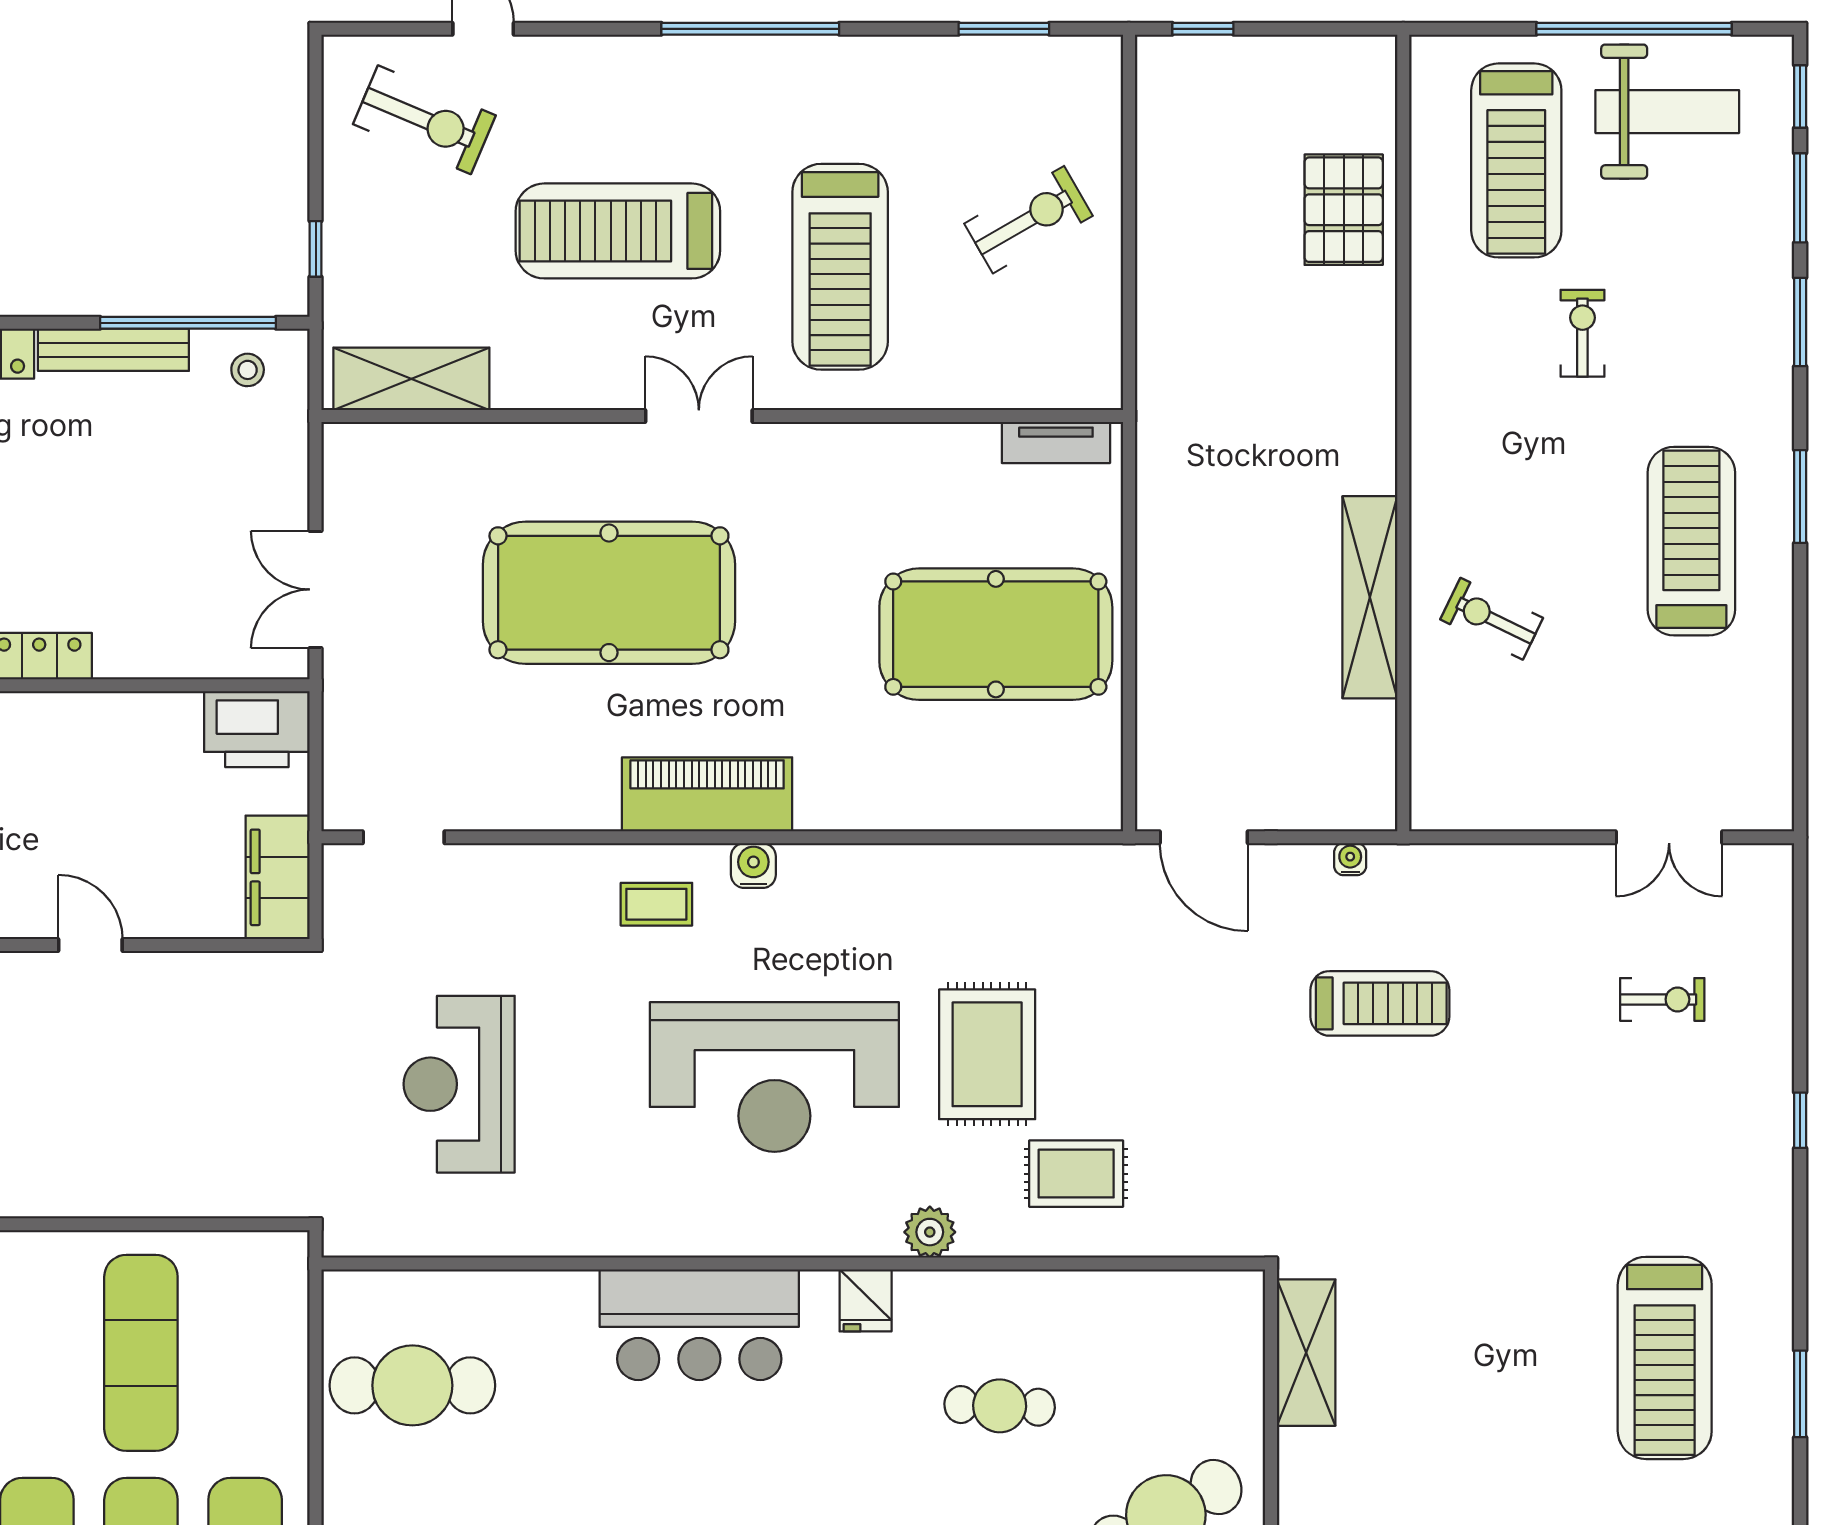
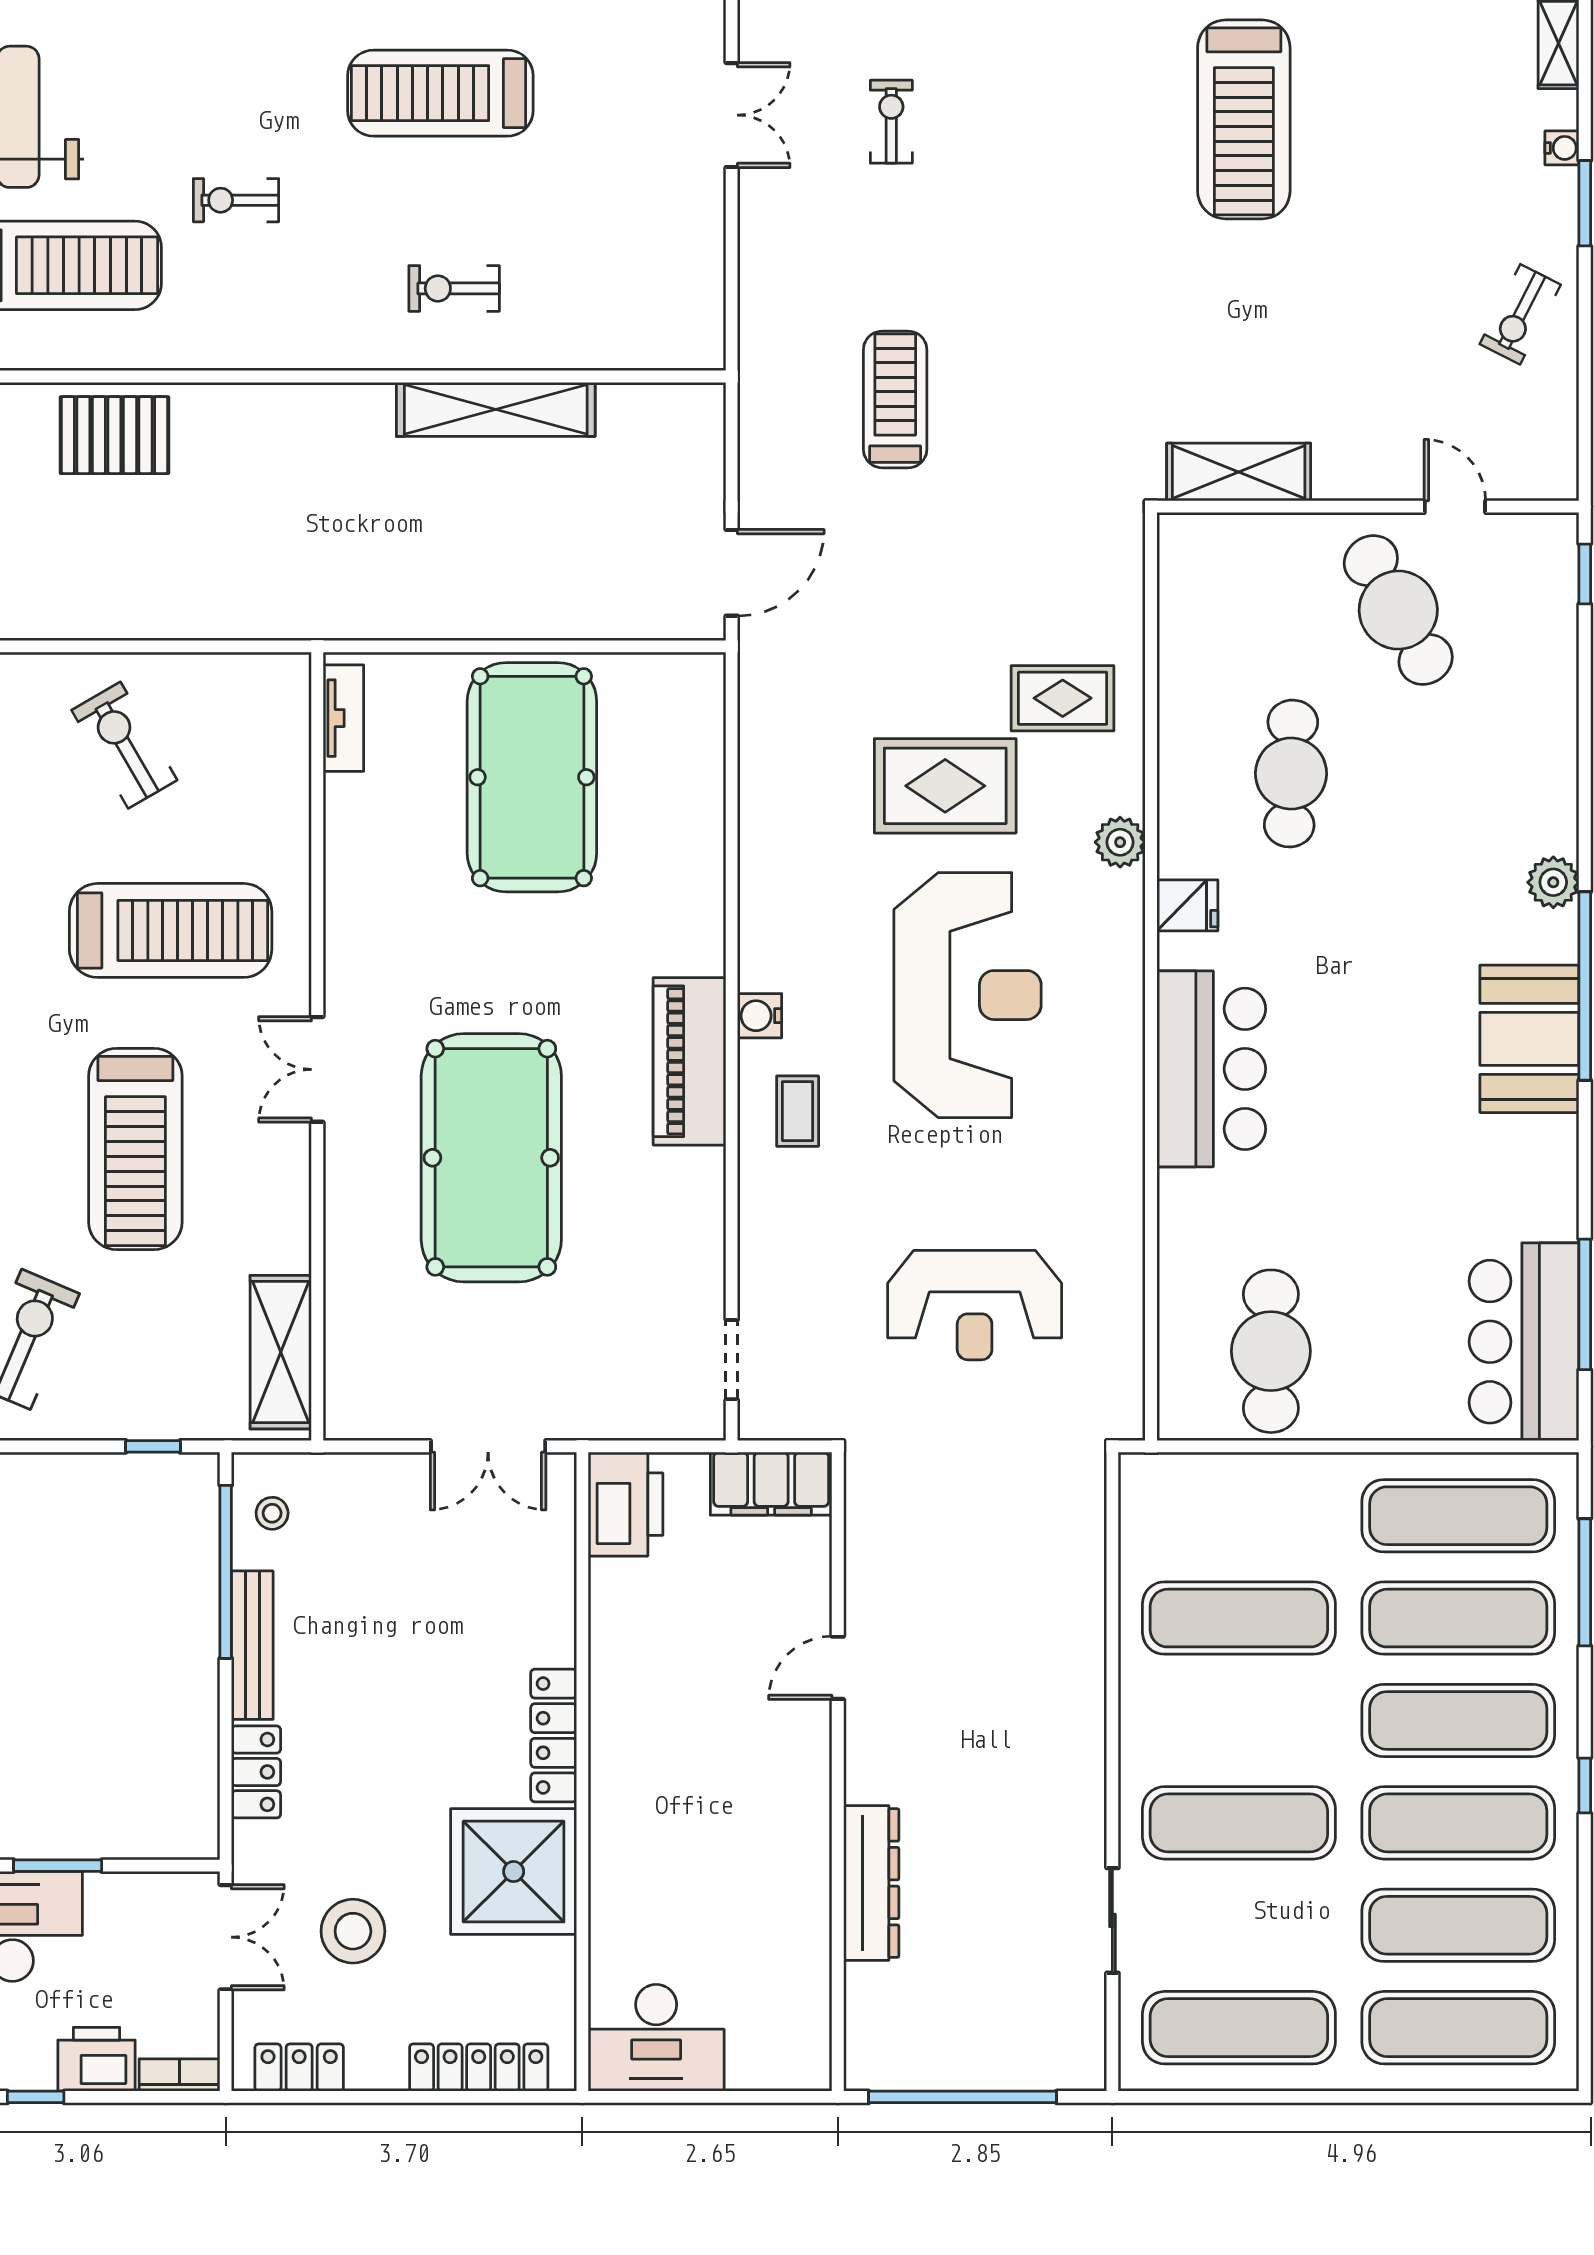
exercise bike: (1492, 619) -> (454, 288), moved, turned 64
water cooler: (1350, 859) -> (753, 429), removed
rug: (1076, 1174) -> (1063, 698), turned 90
treadmill: (1665, 1358) -> (1244, 119), turned 90
cafe table: (1000, 1406) -> (1291, 774), width x1.37, depth x1.35

